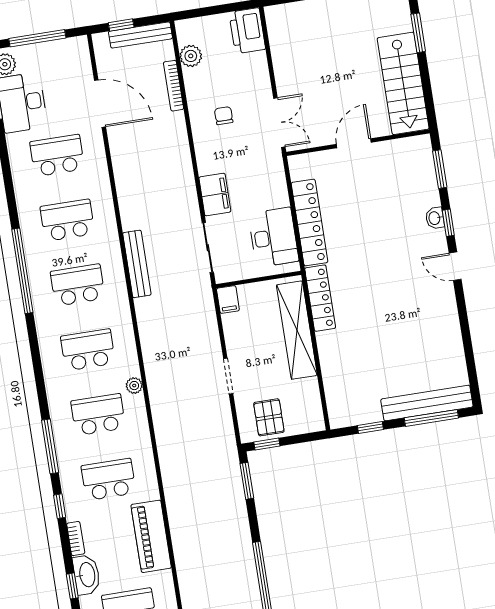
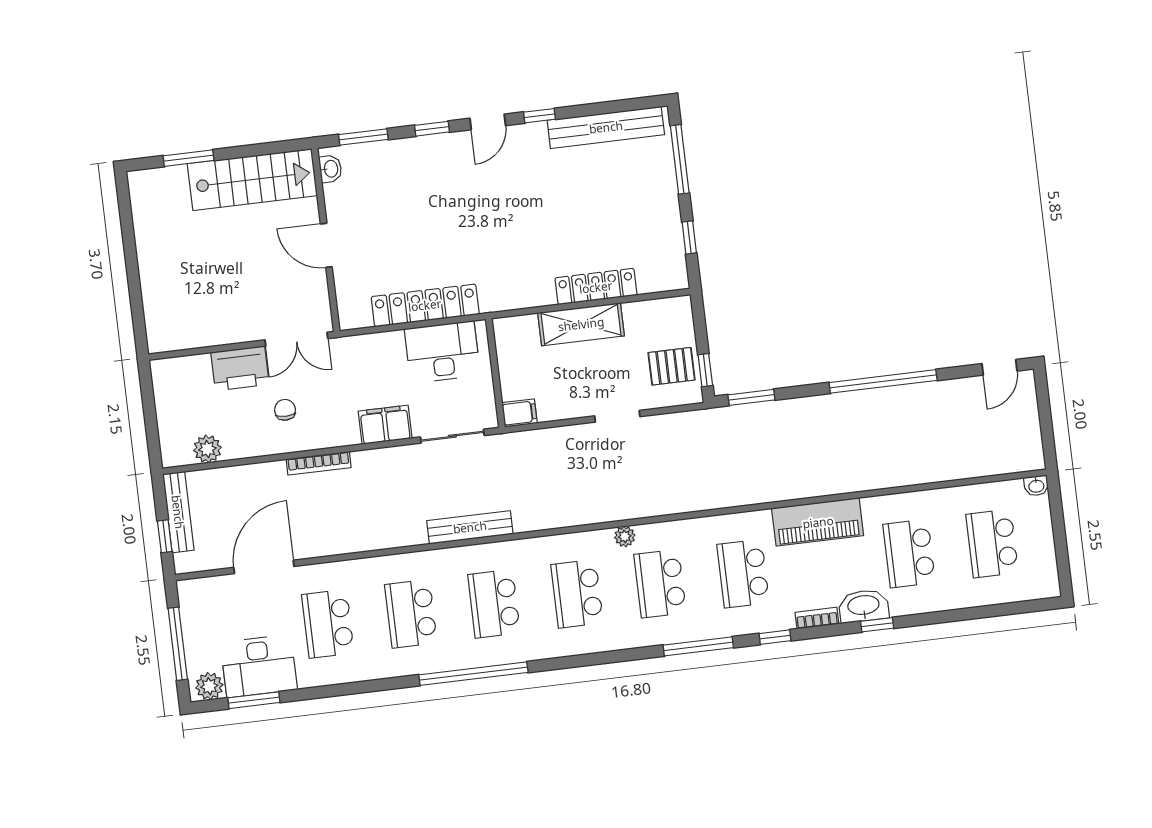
printer: (247, 31) -> (240, 368), moved
bookcase: (174, 86) -> (319, 463), moved
chair: (224, 116) -> (285, 410), turned 90
double door: (279, 123) -> (296, 339), swing flipped
washbasin: (435, 218) -> (330, 169), moved, turned -90
locker: (320, 298) -> (596, 287), moved
window: (462, 307) -> (540, 116), added
shelving: (297, 330) -> (581, 324), width x0.68
bench: (427, 403) -> (606, 127), moved, turned 90

